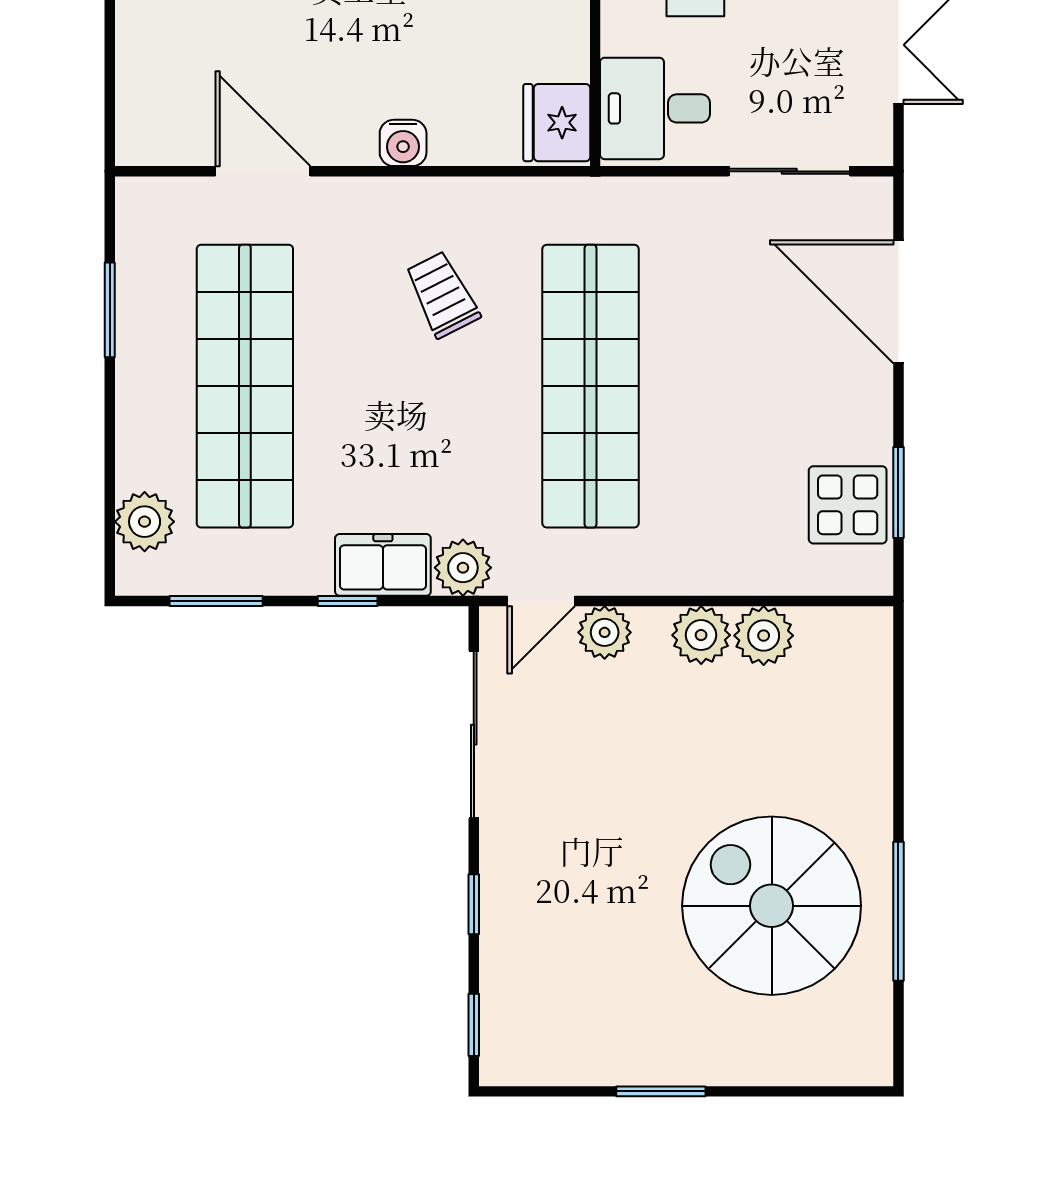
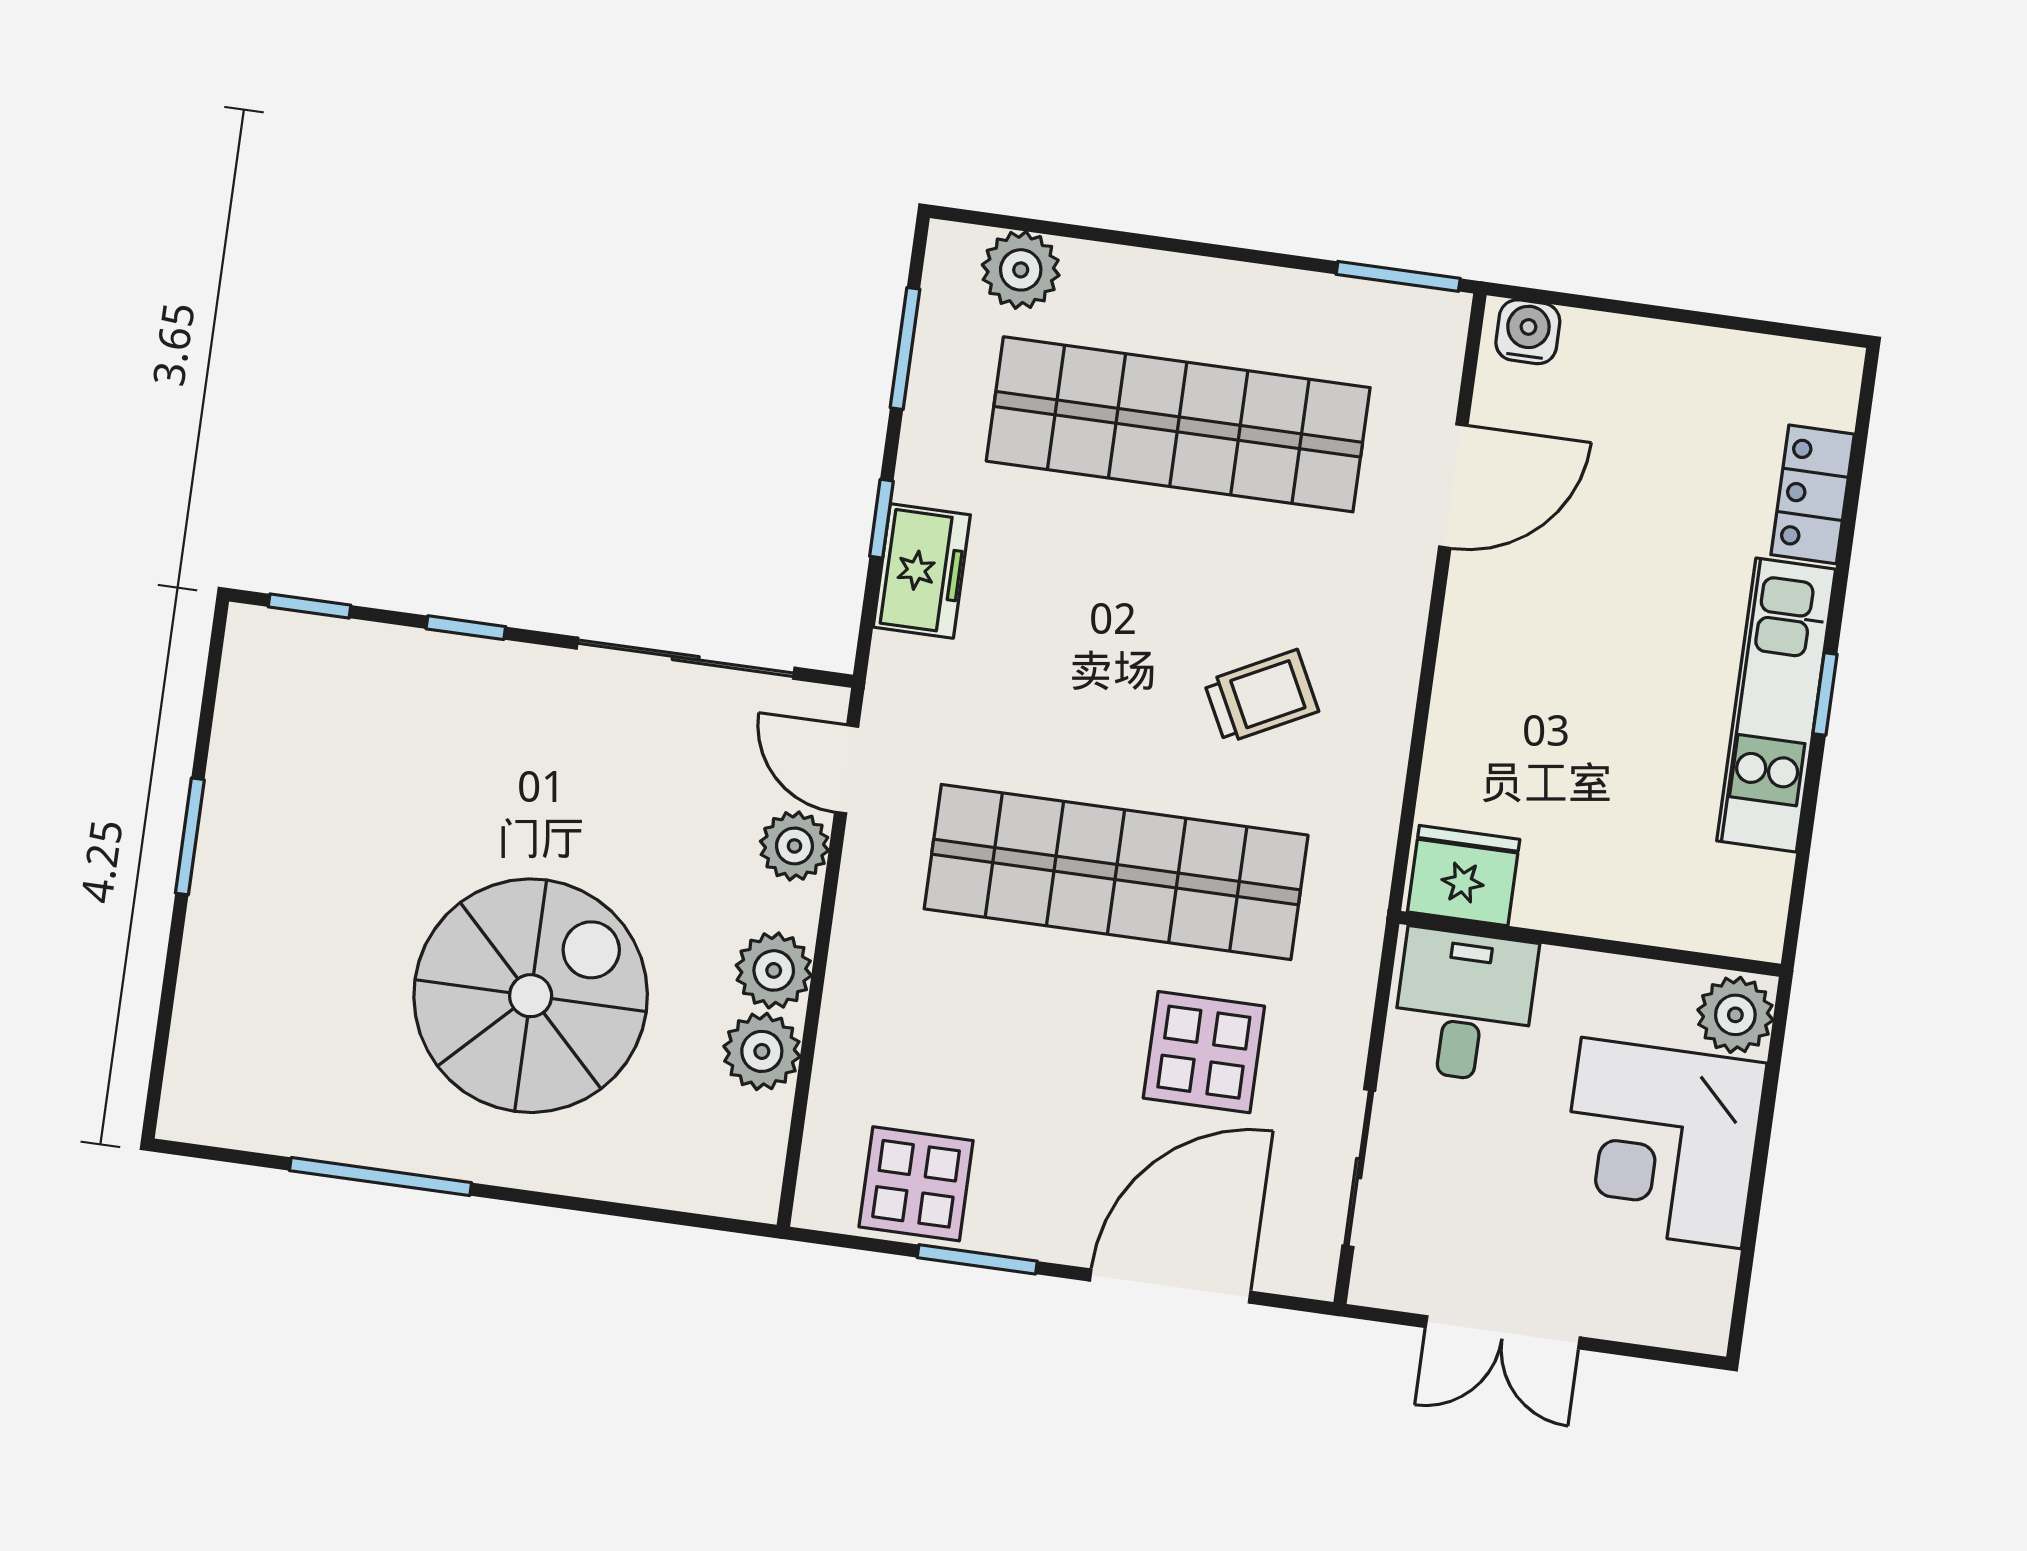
water cooler: (403, 143) -> (1528, 332), moved, turned 90
display table: (718, 301) -> (1204, 1052), added
window: (110, 310) -> (1398, 276), moved
window: (898, 492) -> (977, 1259), moved
plant: (463, 568) -> (904, 674), removed
spiral stairs: (772, 906) -> (531, 996), moved

